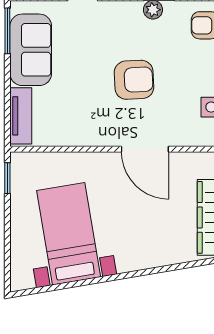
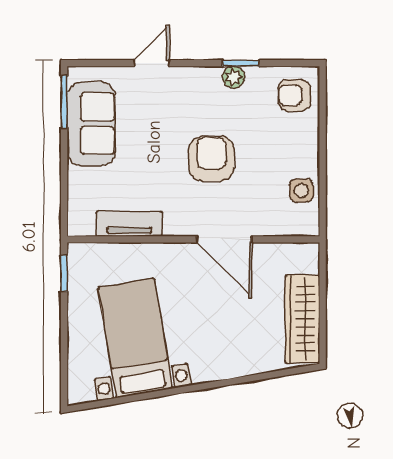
armchair: (134, 80) -> (211, 159), turned -87
tv unit: (21, 116) -> (129, 224), moved, turned -90

